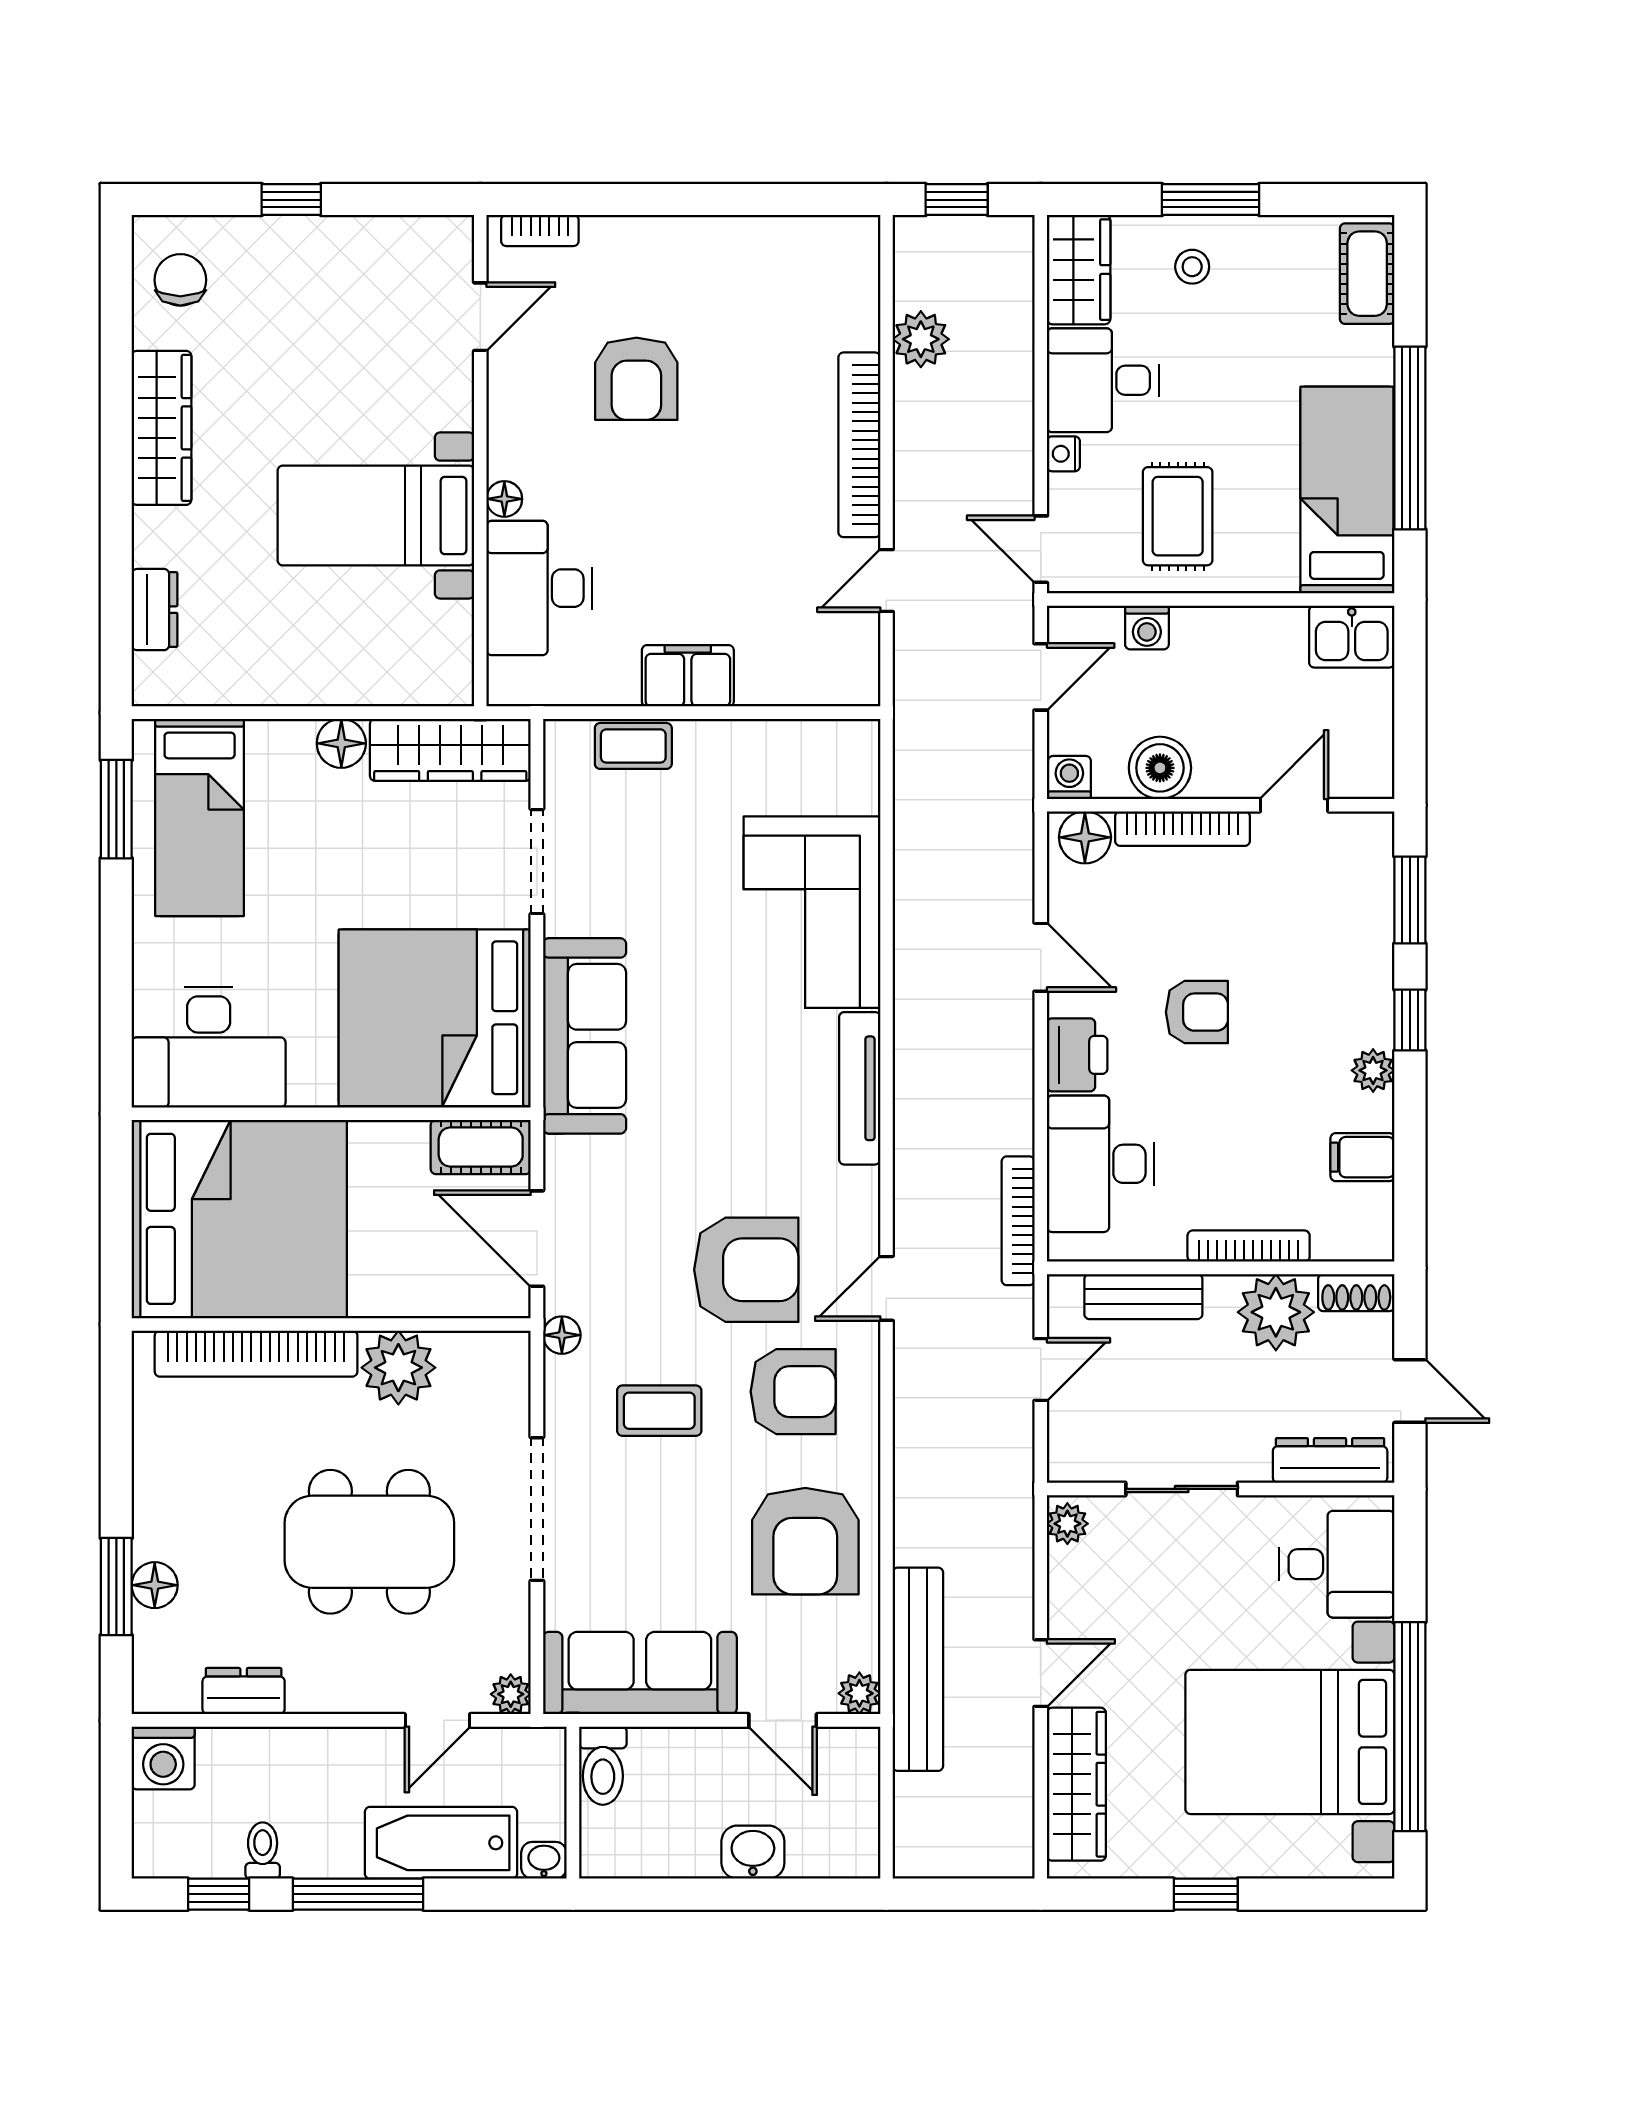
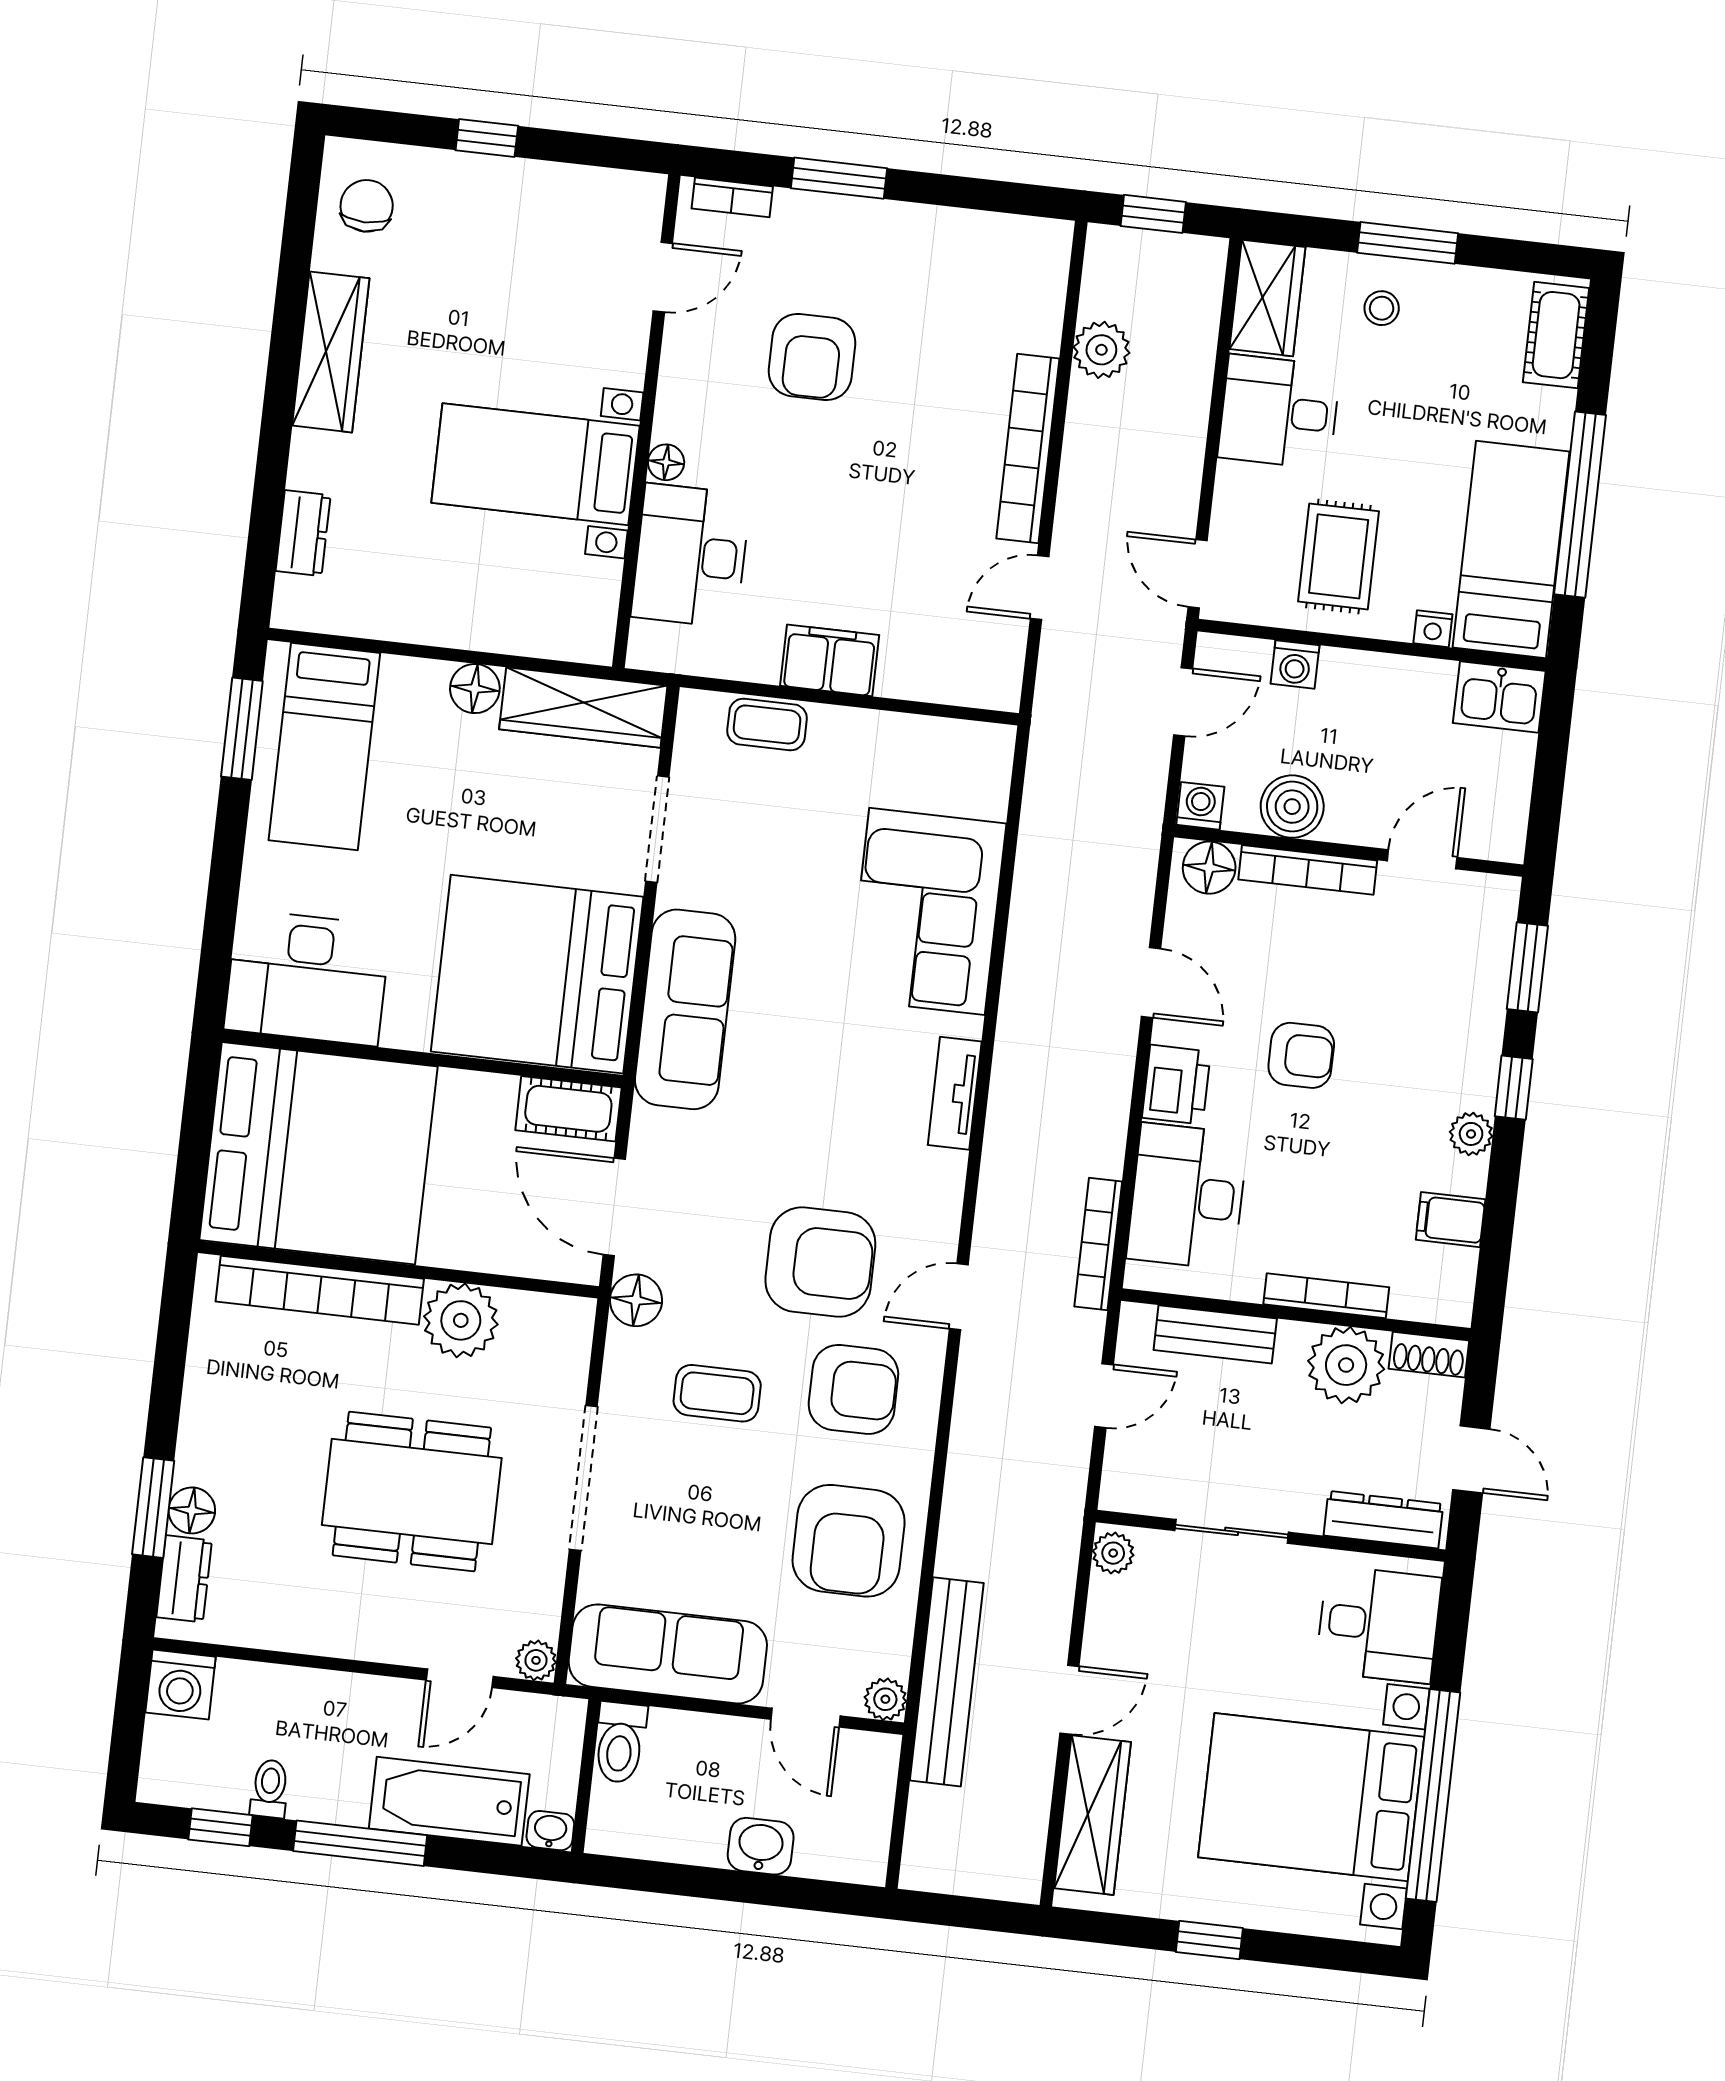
window: (643, 200) -> (839, 178), added
nightstand: (1063, 454) -> (1433, 629), moved, turned -90
tv unit: (860, 1088) -> (955, 1093), width x0.71
floor lamp: (562, 1335) -> (636, 1300), width x1.37, depth x1.37
dresser: (244, 1691) -> (184, 1579), moved, turned 90

